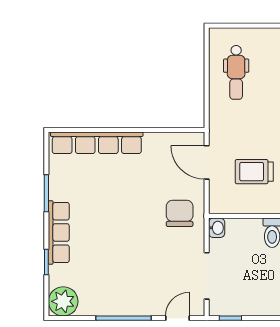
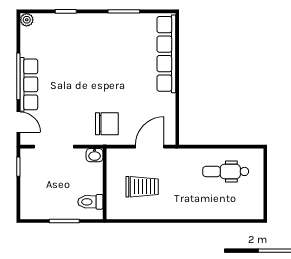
trolley: (254, 172) -> (142, 187), turned 90
row of seats: (59, 232) -> (29, 84), moved, turned -90
plant: (63, 301) -> (27, 20), width x0.53, depth x0.53

